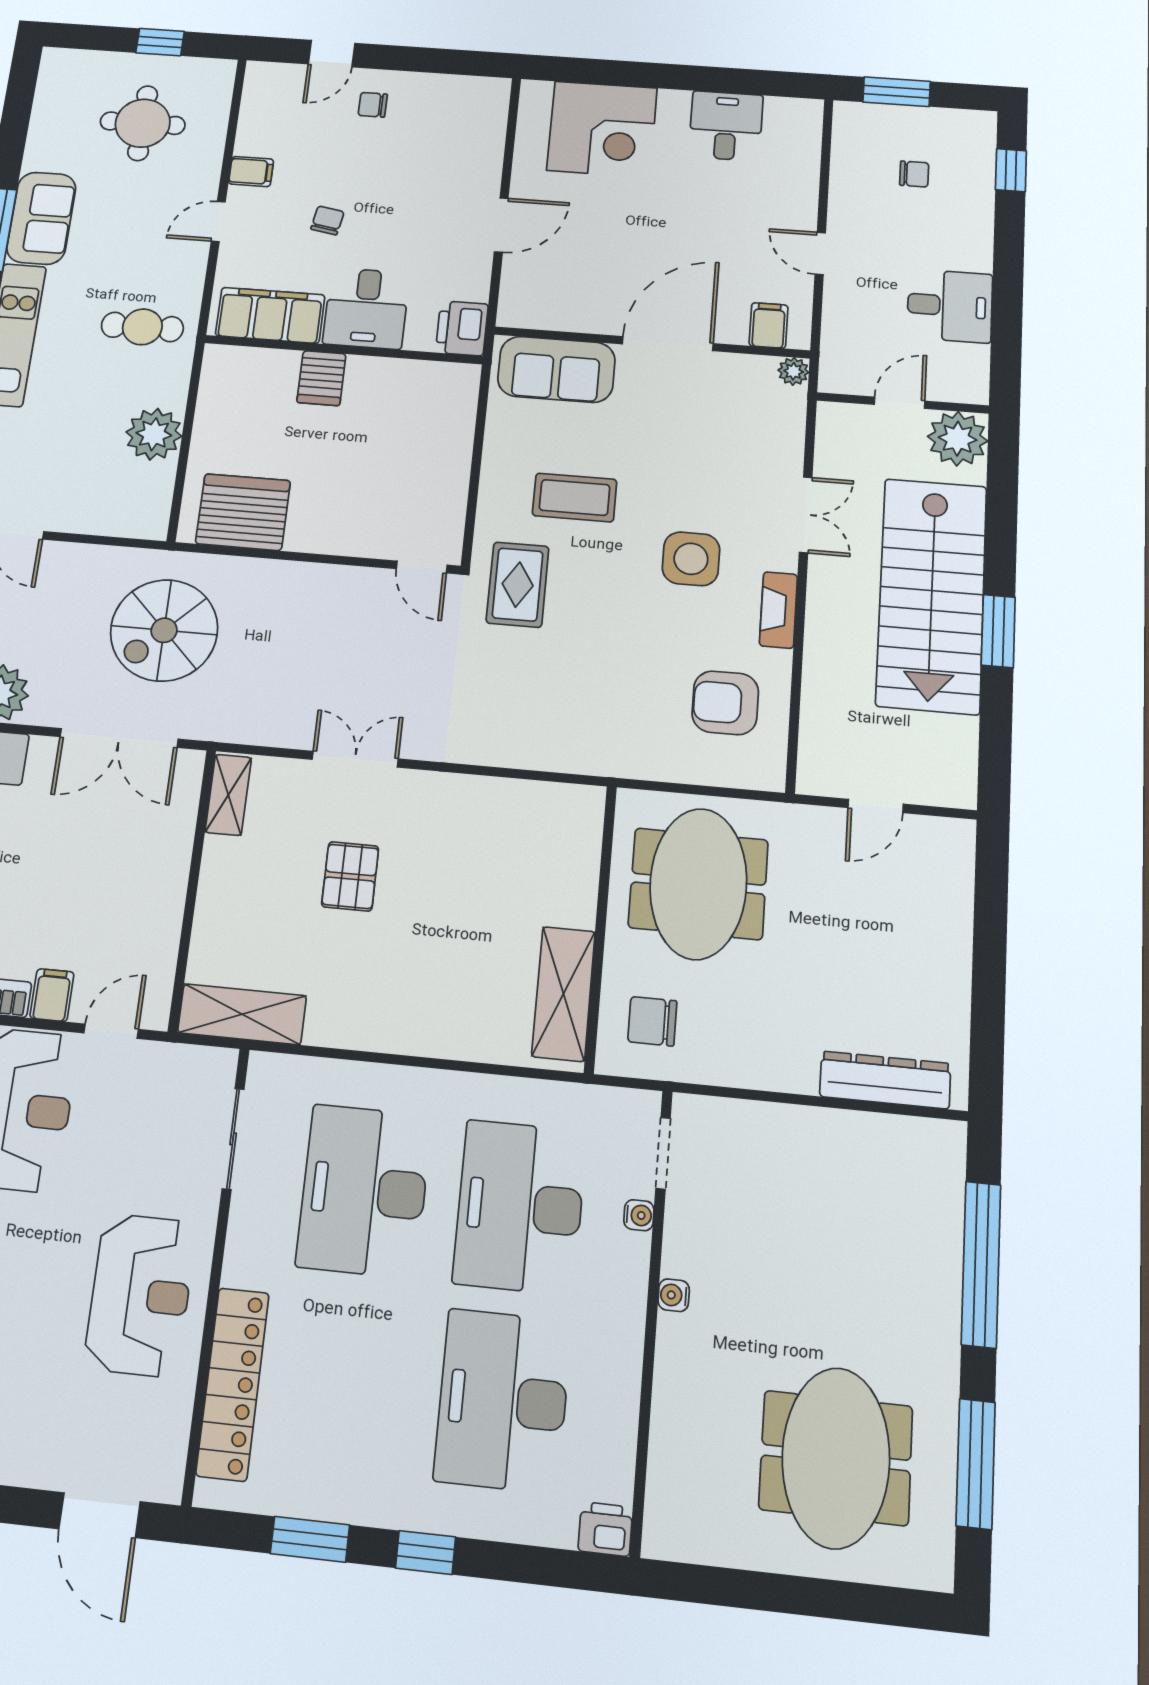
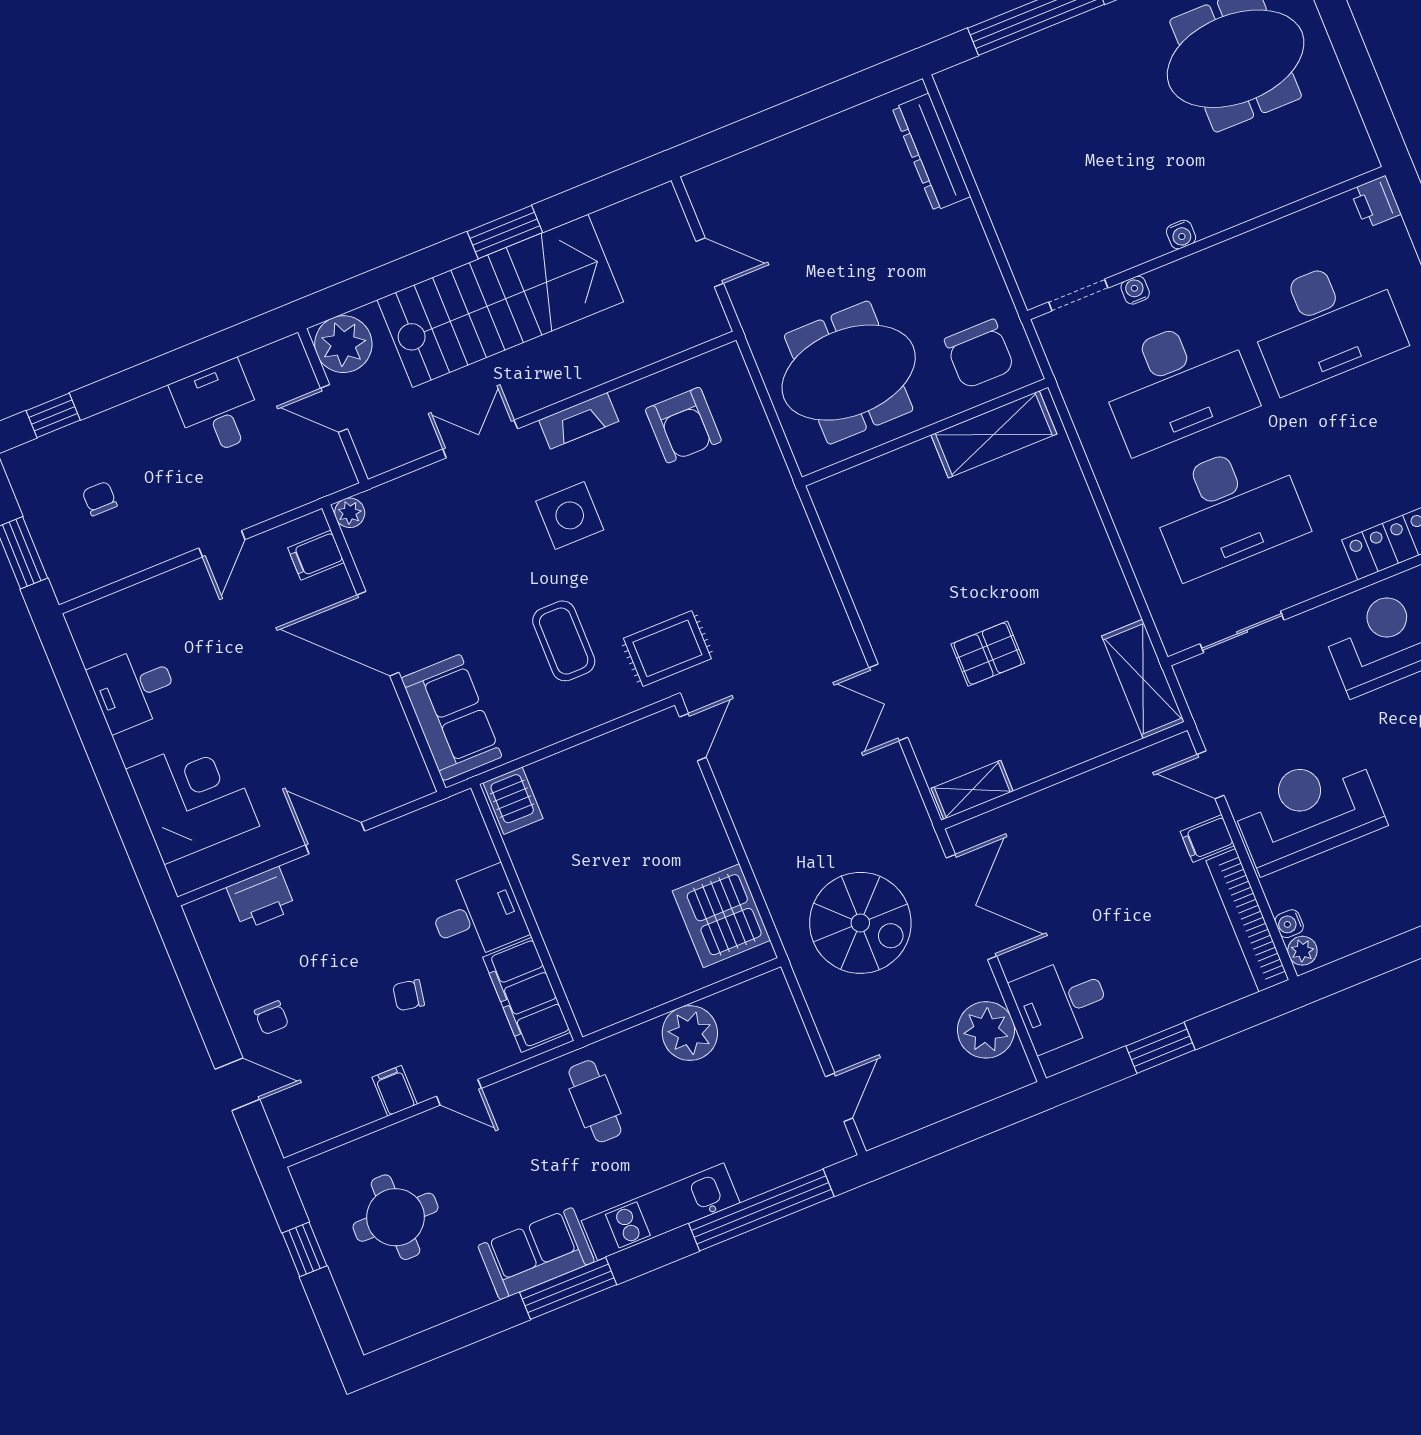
printer: (462, 328) -> (261, 898), moved
server rack: (321, 378) -> (513, 801), moved, turned 90
chair: (652, 1021) -> (979, 354), width x1.37, depth x1.37

